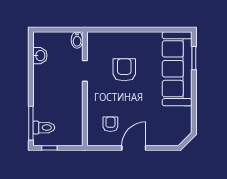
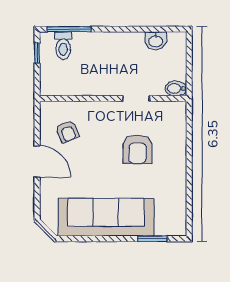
sofa: (177, 69) -> (106, 217), moved
armchair: (124, 70) -> (138, 149), turned 90
armchair: (110, 124) -> (67, 131), turned 67

